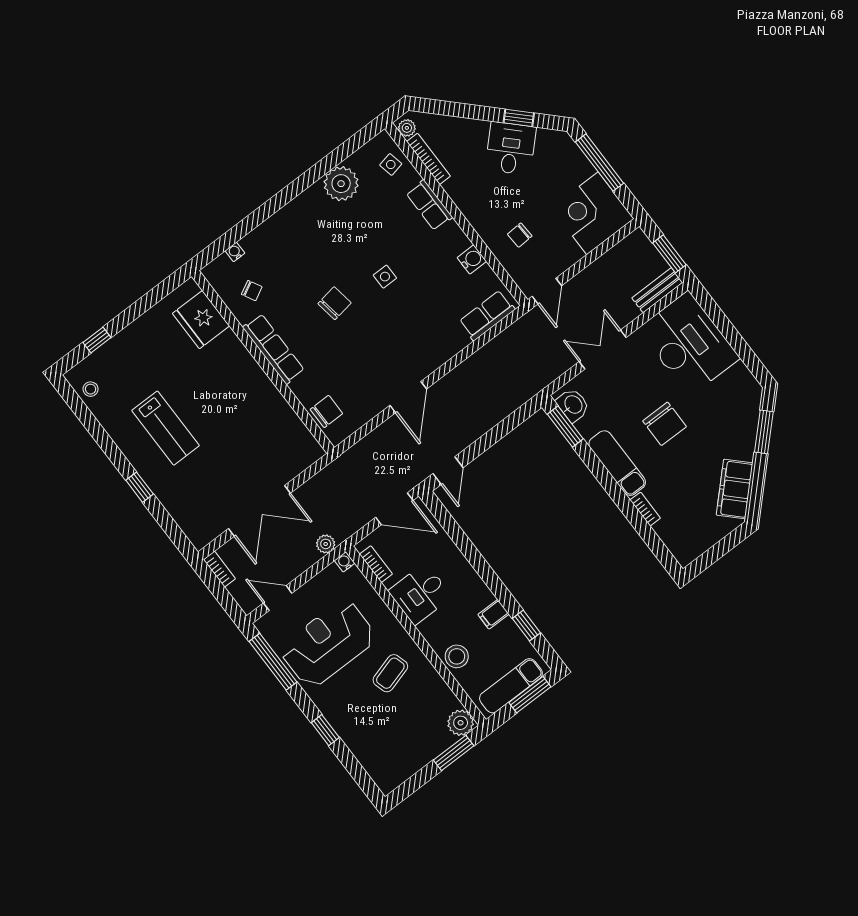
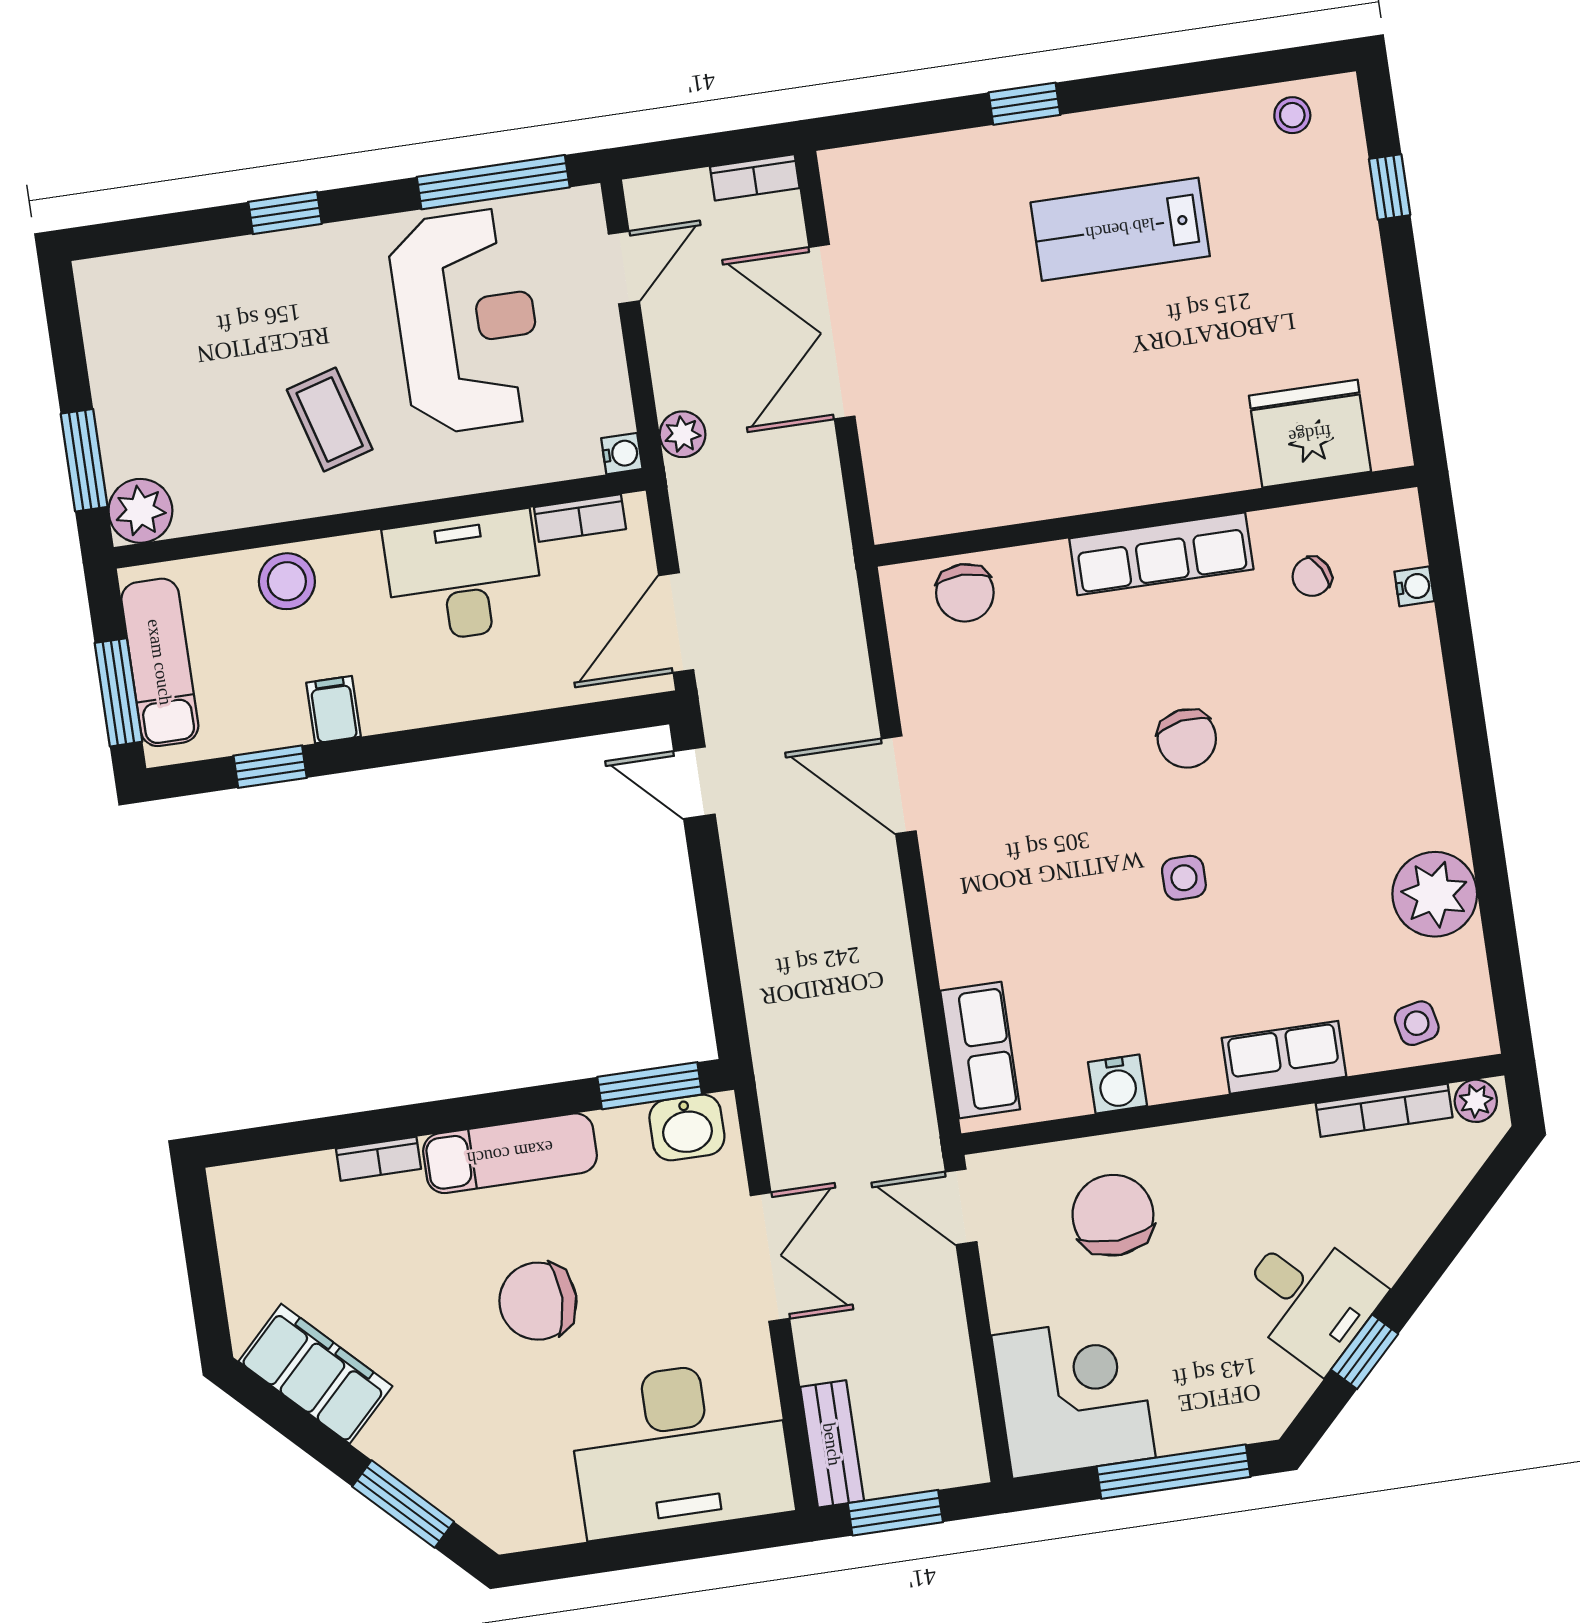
chair: (520, 235) -> (1113, 1215), width x1.87, depth x1.87
desk: (420, 594) -> (464, 577), width x1.37

